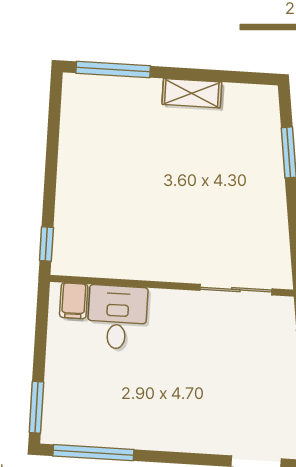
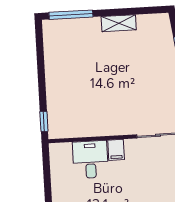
filing cabinet: (74, 301) -> (116, 150), moved

